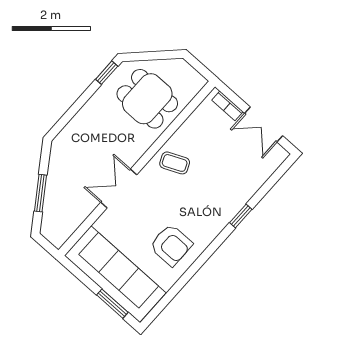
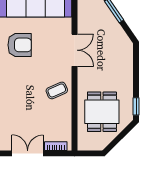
dining table: (147, 99) -> (102, 112), turned 90
armchair: (171, 245) -> (20, 45), turned 180

